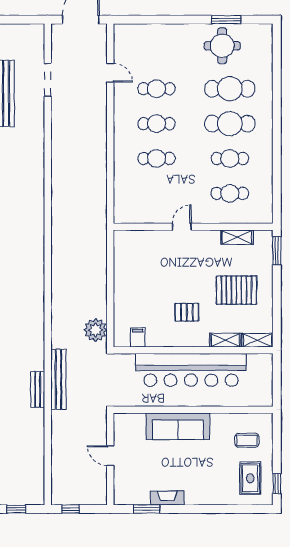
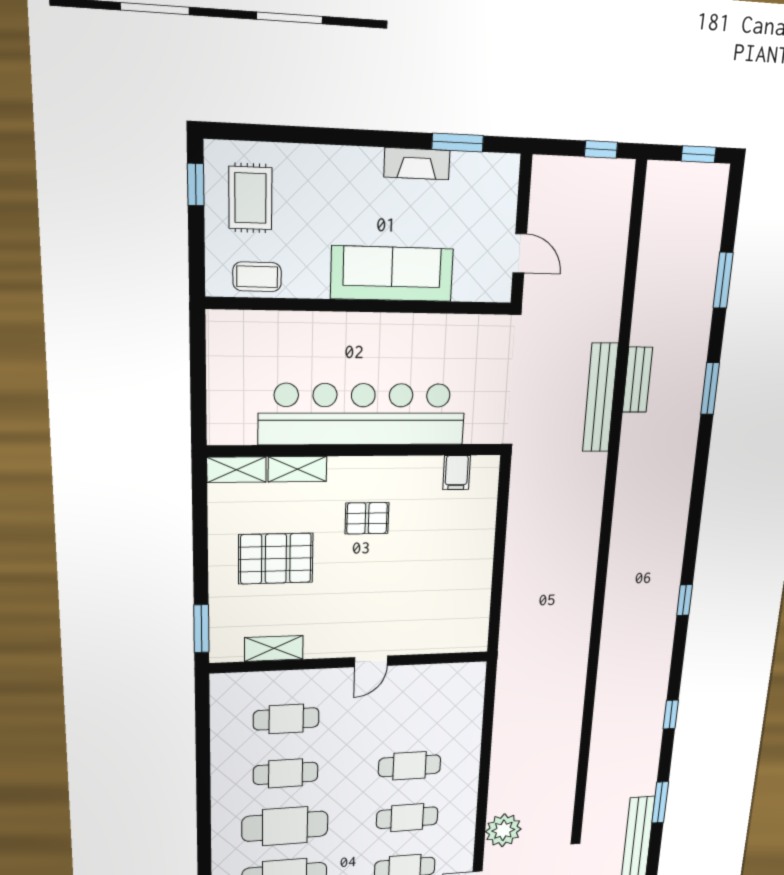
plant: (96, 330) -> (503, 830), moved
wall: (193, 410) -> (362, 306), moved
sofa: (178, 426) -> (392, 274), moved

